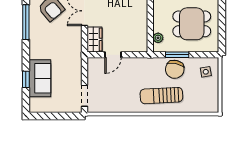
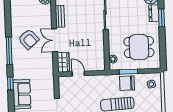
door: (113, 55) -> (78, 74), swing flipped
chair: (175, 69) -> (127, 83), turned 78
window: (26, 79) -> (10, 83), moved

